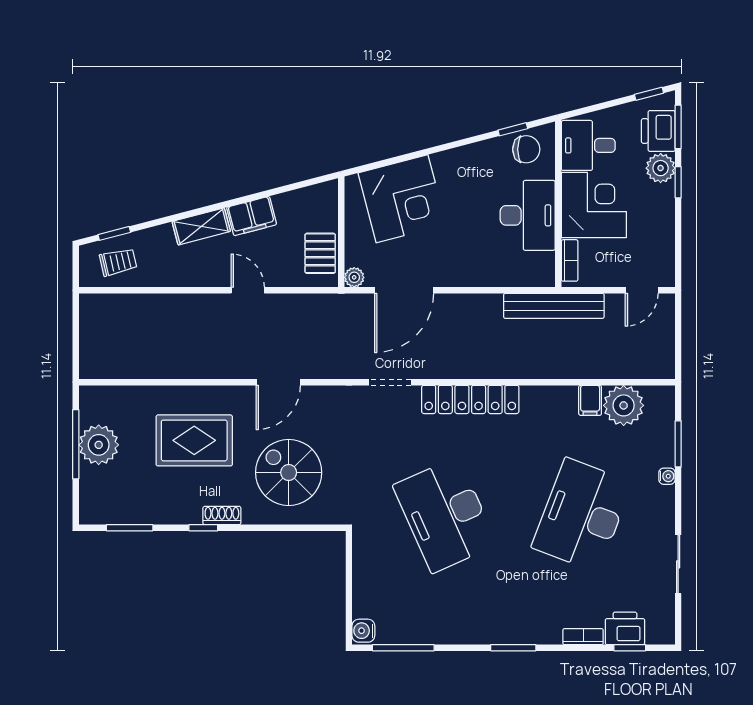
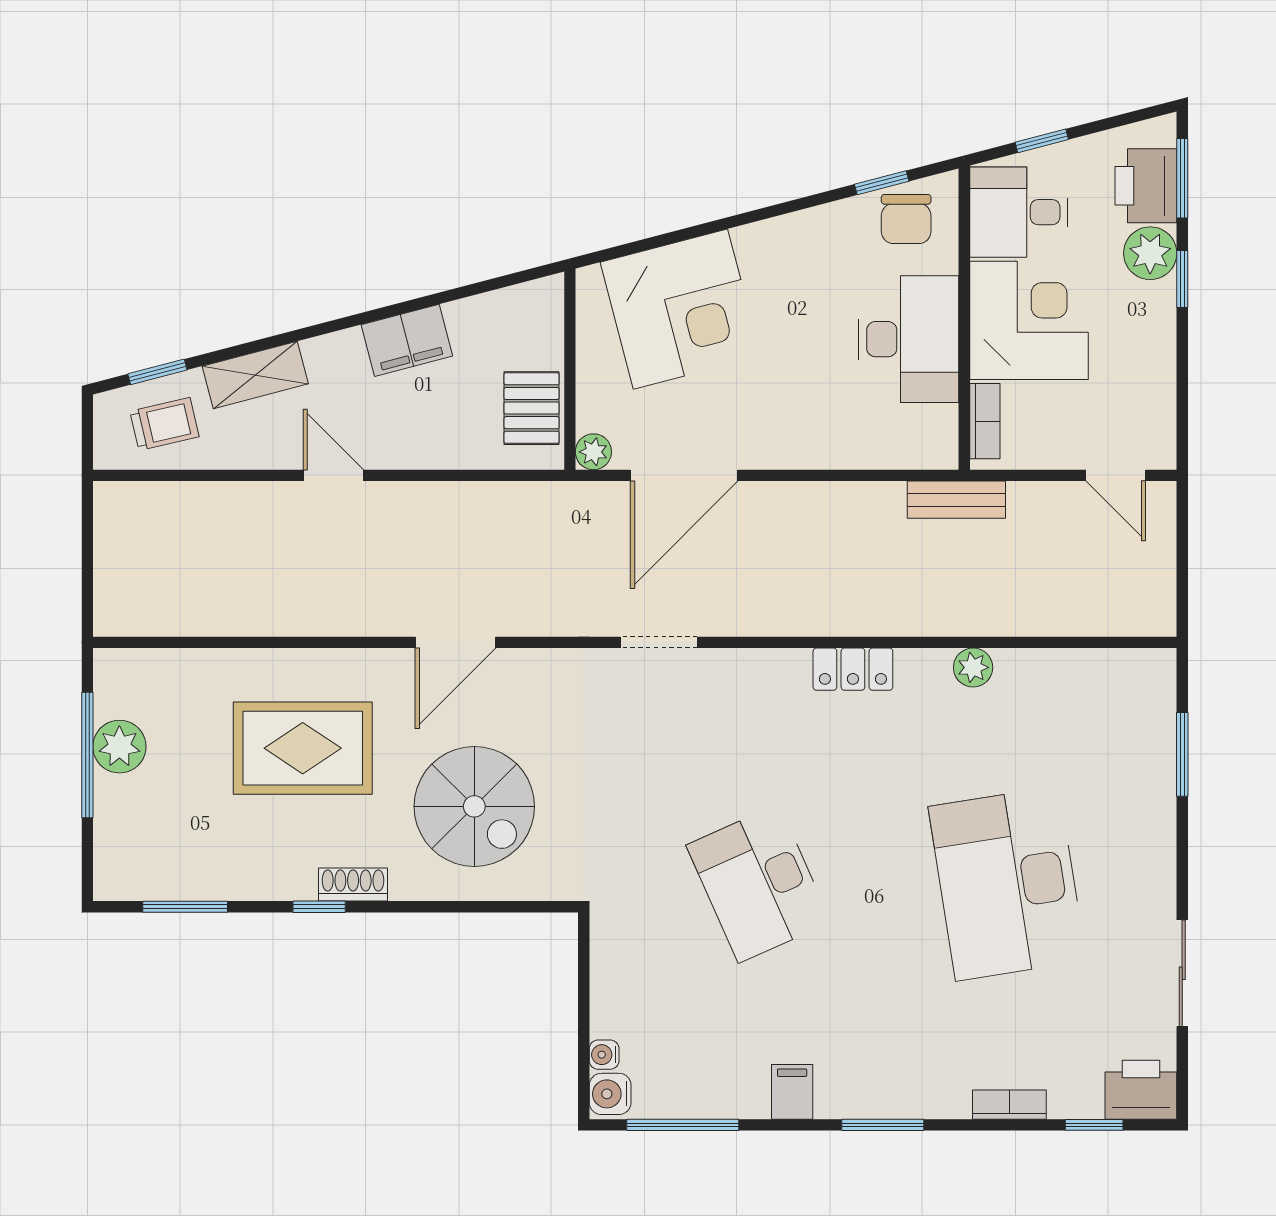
window: (649, 94) -> (1042, 141), moved
chair: (526, 149) -> (906, 219), turned 90
shelving: (201, 226) -> (255, 375), moved
door: (248, 290) -> (333, 475), moved
door: (642, 290) -> (1116, 475), hinge flipped
bench: (554, 306) -> (956, 500), width x0.54, depth x0.82
locker: (470, 399) -> (853, 669), width x0.46, depth x0.83
filing cabinet: (590, 400) -> (792, 1092), moved, turned 180
plant: (624, 405) -> (973, 667), moved, width x0.53, depth x0.53
plant: (99, 445) -> (119, 747), width x0.73, depth x0.73
spiral stairs: (289, 472) -> (474, 806), turned 180
water cooler: (667, 476) -> (604, 1055), moved, turned 180
desk: (445, 515) -> (759, 884), width x0.73, depth x0.77
desk: (582, 515) -> (1007, 884), turned -30
printer: (625, 628) -> (1141, 1090), moved

